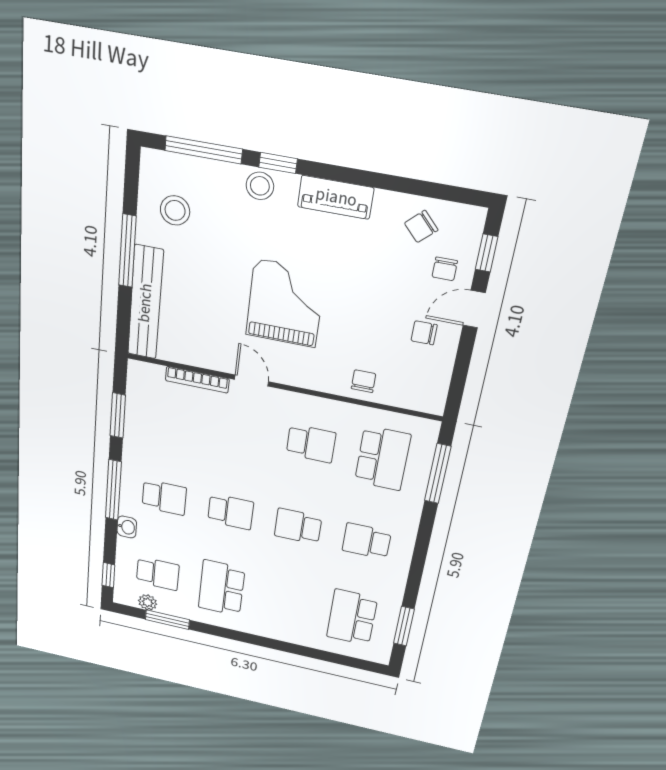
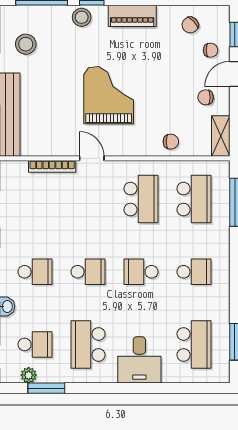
chair: (445, 269) -> (211, 50), turned -90
chair: (364, 381) -> (171, 142), turned 90
shelving: (436, 388) -> (221, 136), added
school desk: (311, 443) -> (141, 199), width x1.85
school desk: (367, 541) -> (194, 272), turned 180
desk: (282, 617) -> (139, 360), added
school desk: (352, 617) -> (194, 344), turned 180

